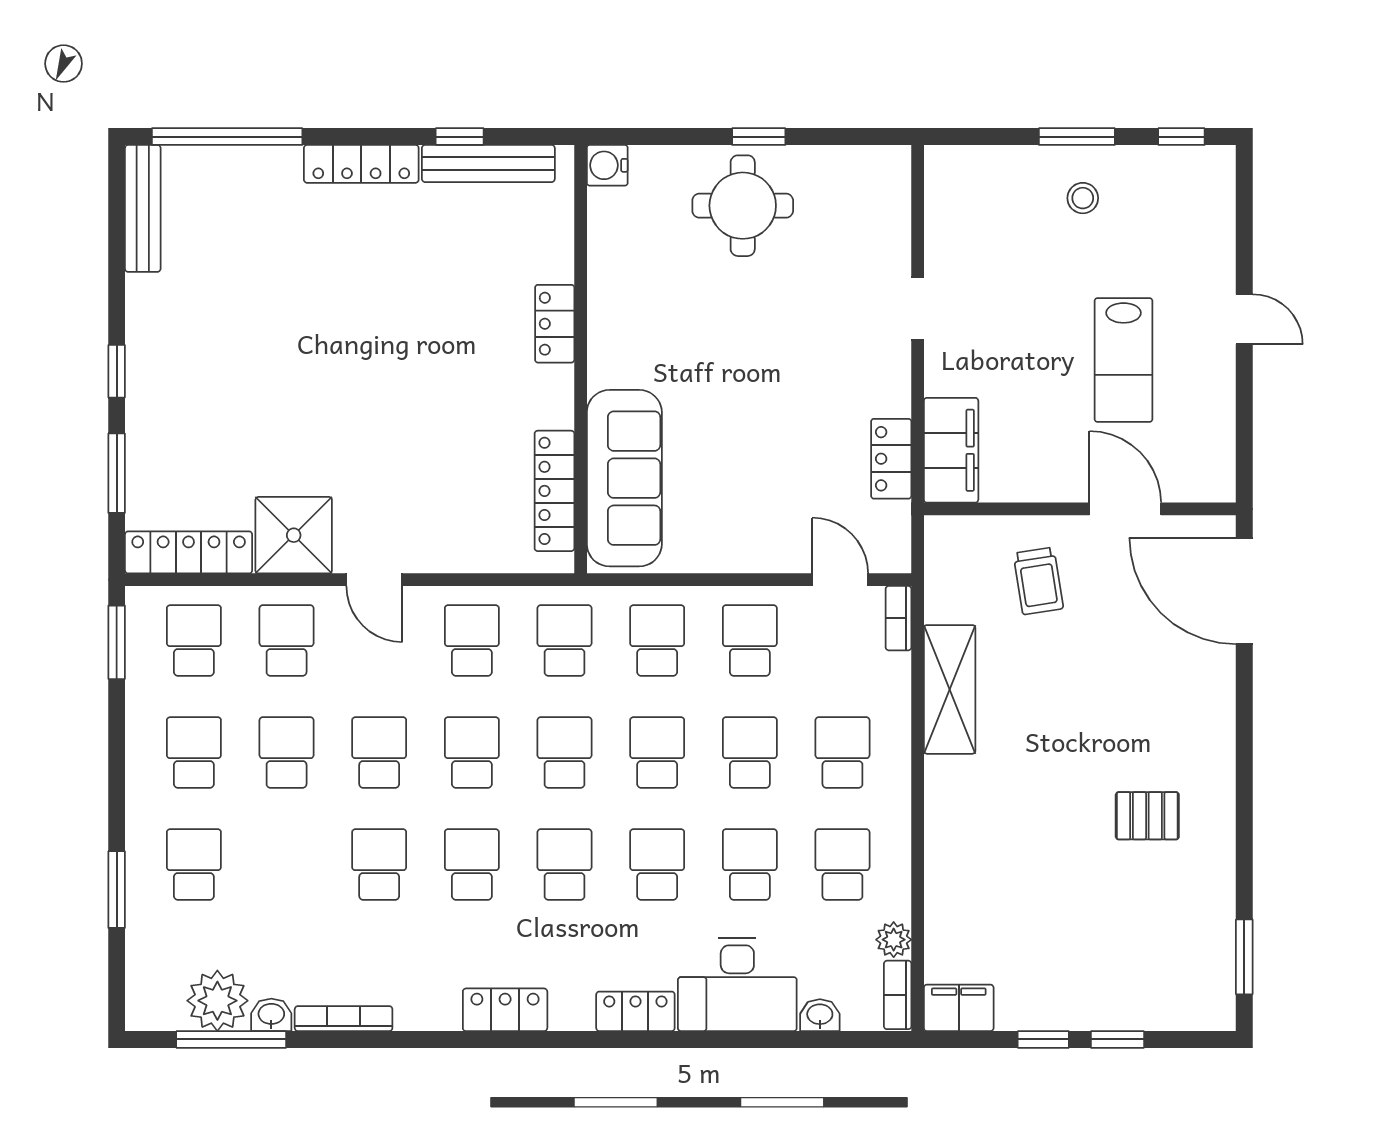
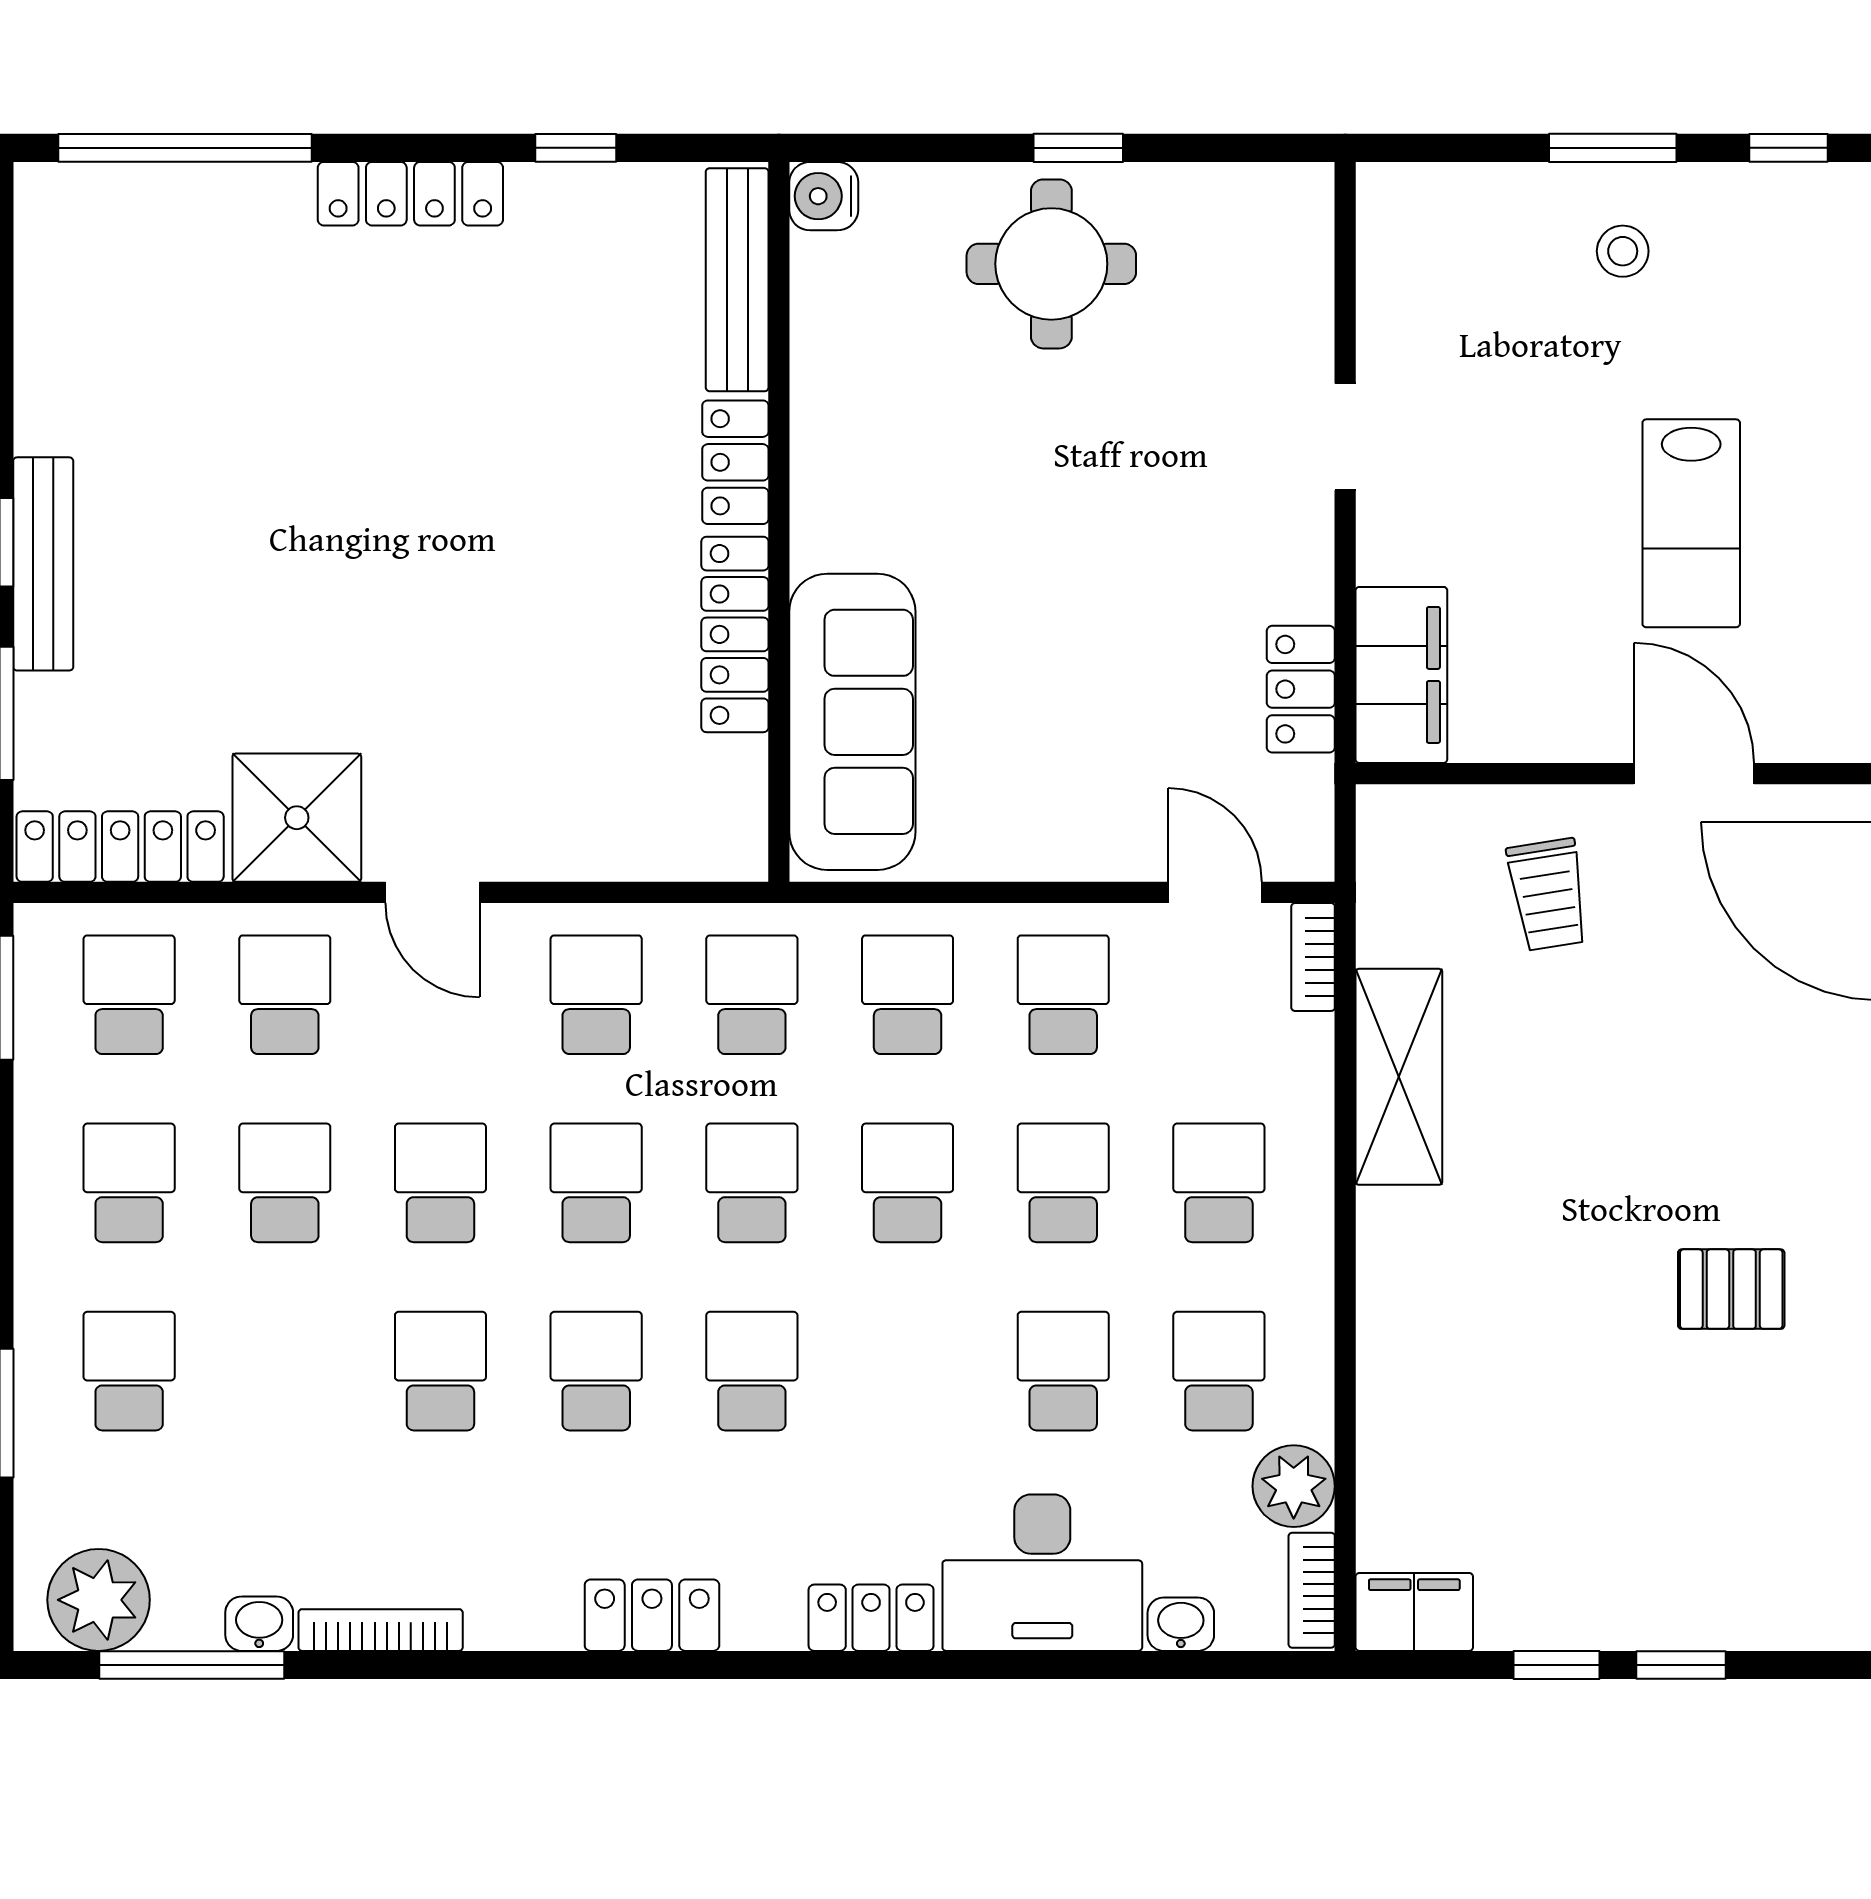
bench: (488, 163) -> (737, 280), moved, turned 90
bench: (143, 208) -> (43, 564), moved
locker: (554, 491) -> (735, 634), moved
school desk: (657, 865) -> (908, 1371), removed
plant: (894, 940) -> (1294, 1486), width x1.38, depth x1.38
plant: (217, 1001) -> (99, 1600), moved

